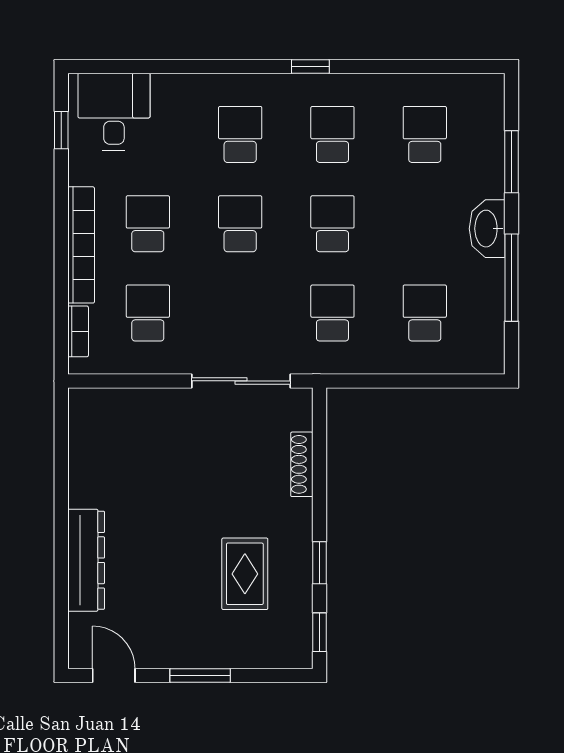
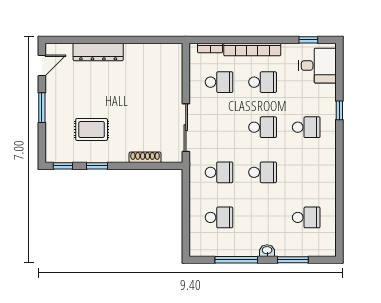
window: (310, 66) -> (339, 110), moved
school desk: (332, 134) -> (306, 172), removed
washbasin: (487, 229) -> (267, 251), width x0.52, depth x0.69

